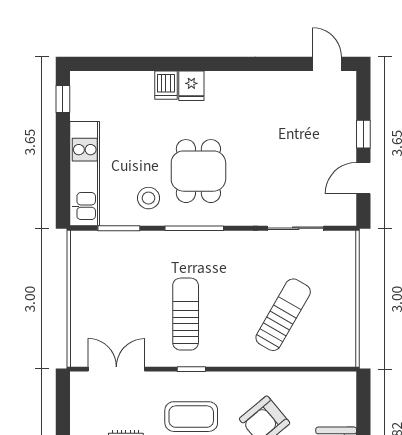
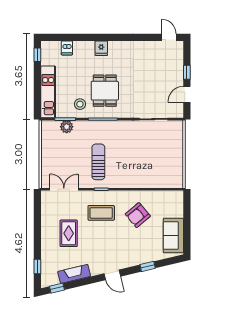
dishwasher: (166, 85) -> (67, 48), moved
plant: (122, 243) -> (67, 127), added
sun lounger: (283, 315) -> (147, 162), removed

